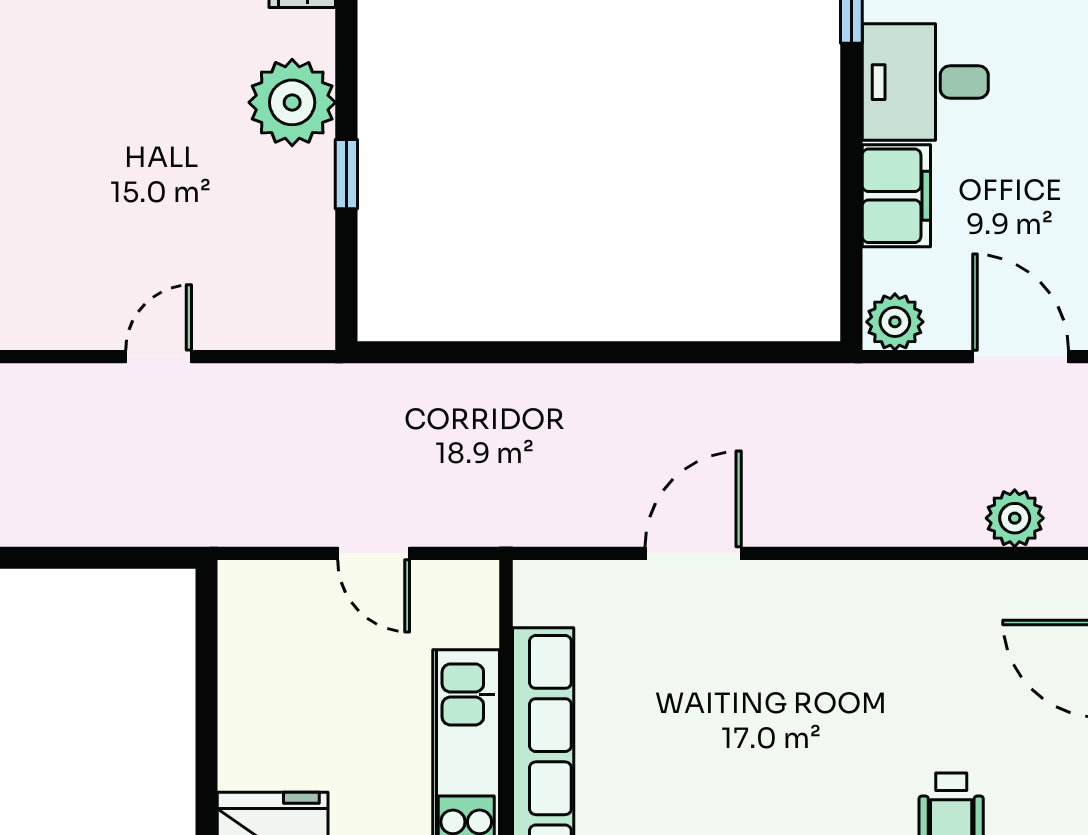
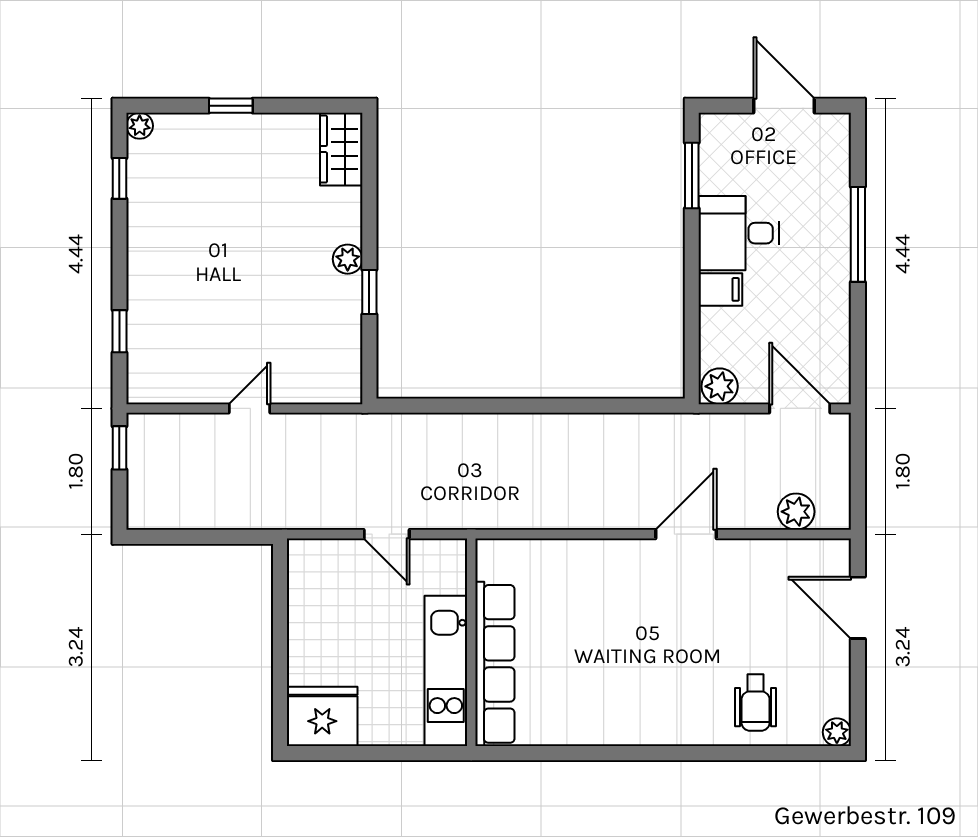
plant: (292, 102) -> (348, 259), width x0.53, depth x0.53
filing cabinet: (896, 196) -> (720, 289), width x0.50
door: (693, 553) -> (686, 534), moved

